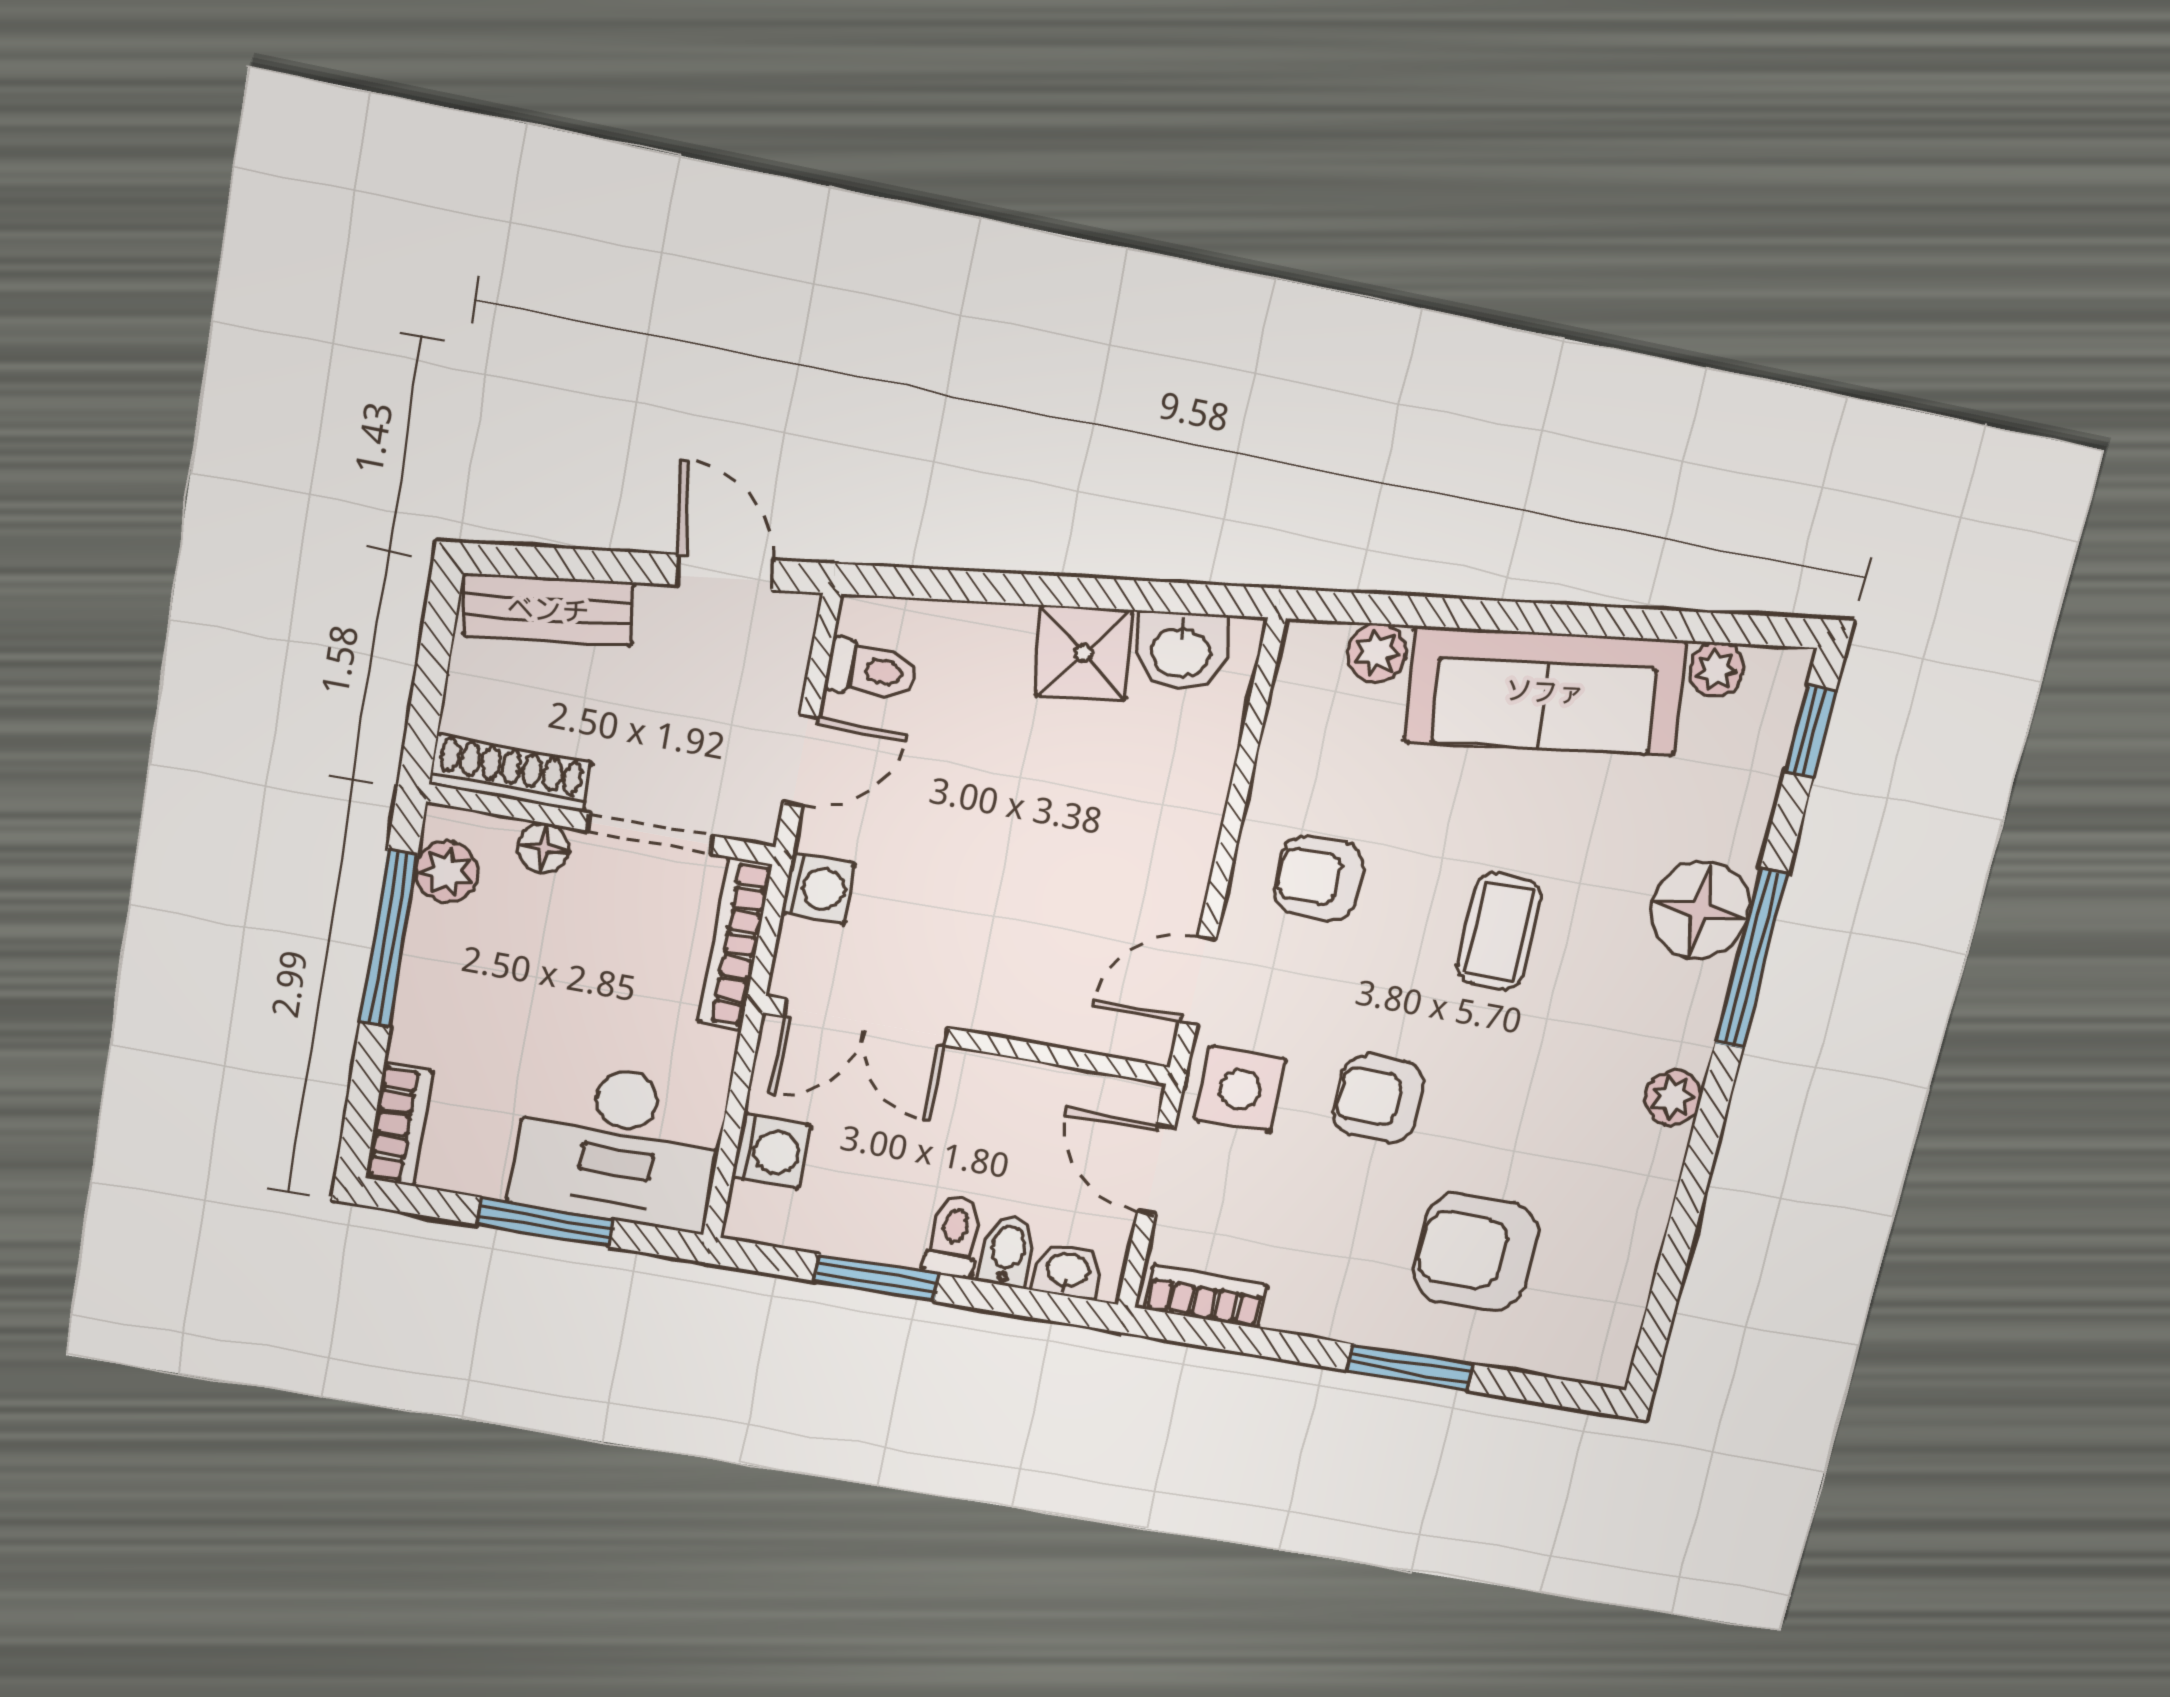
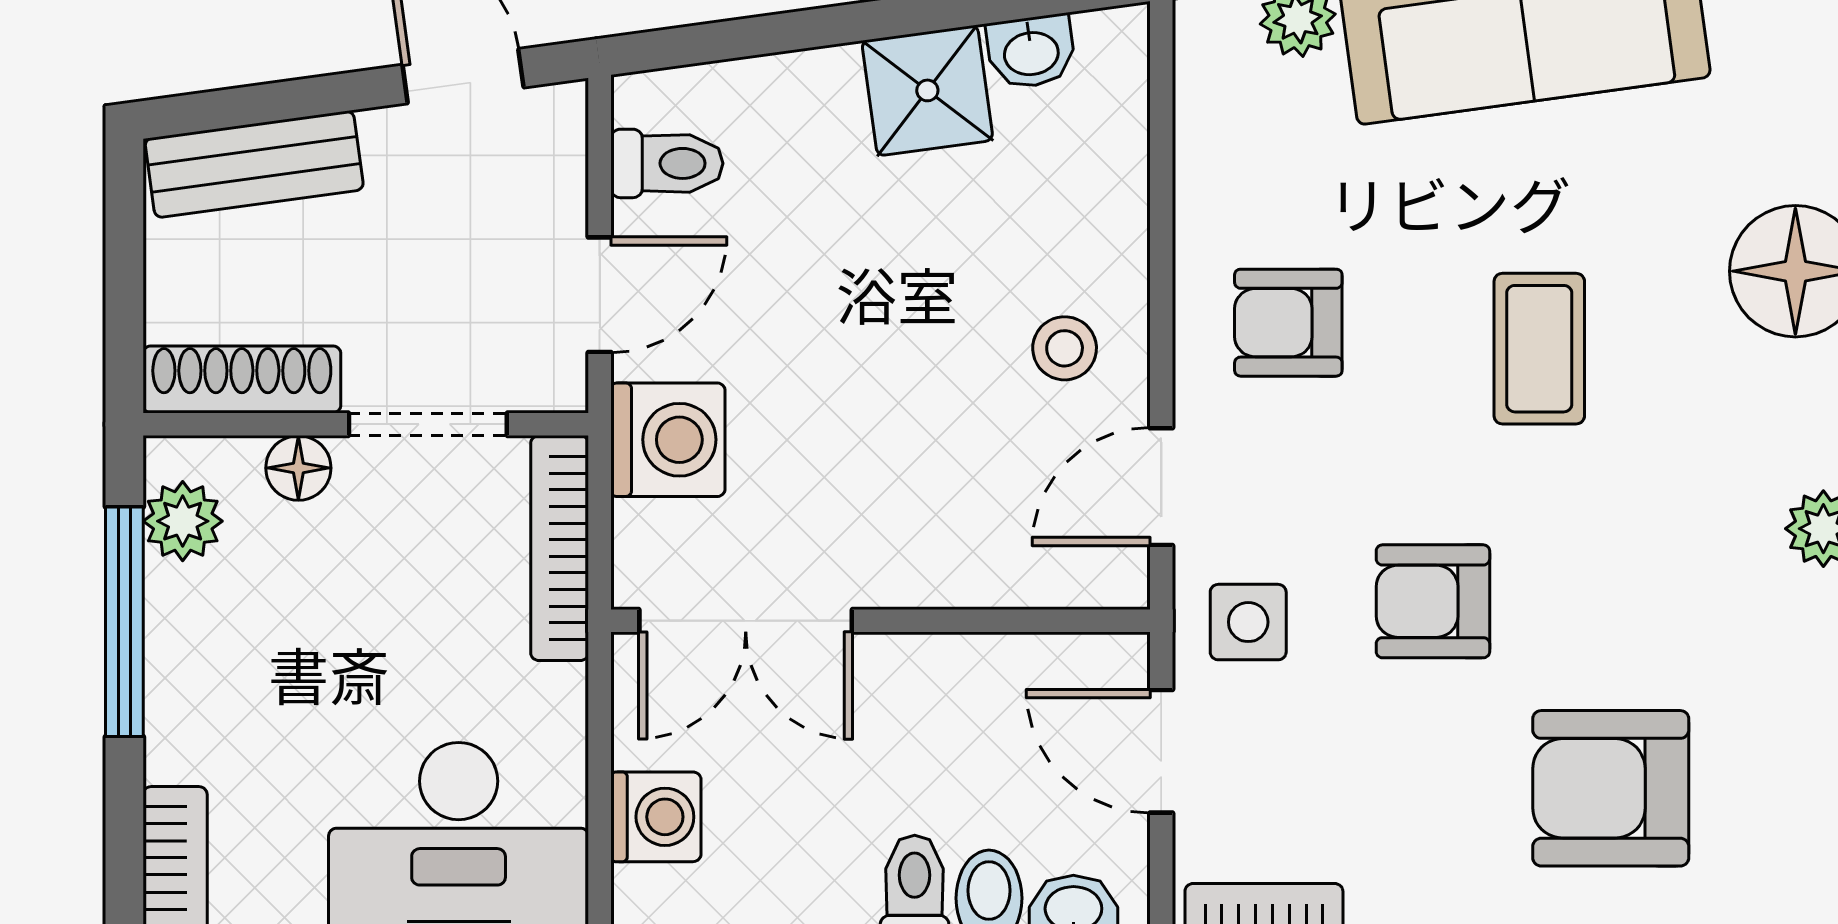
washbasin: (1181, 651) -> (1031, 52), width x0.72, depth x0.69
stool: (1147, 866) -> (1065, 348), added
washing machine: (819, 888) -> (668, 440), width x1.38, depth x1.38
side table: (1240, 1089) -> (1248, 622), width x0.73, depth x0.73

